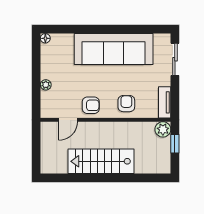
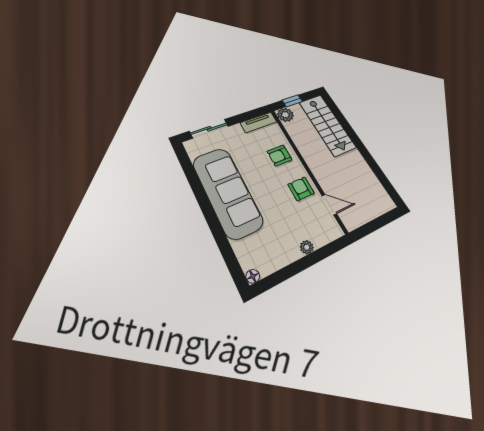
stairs: (101, 161) -> (327, 125), moved

